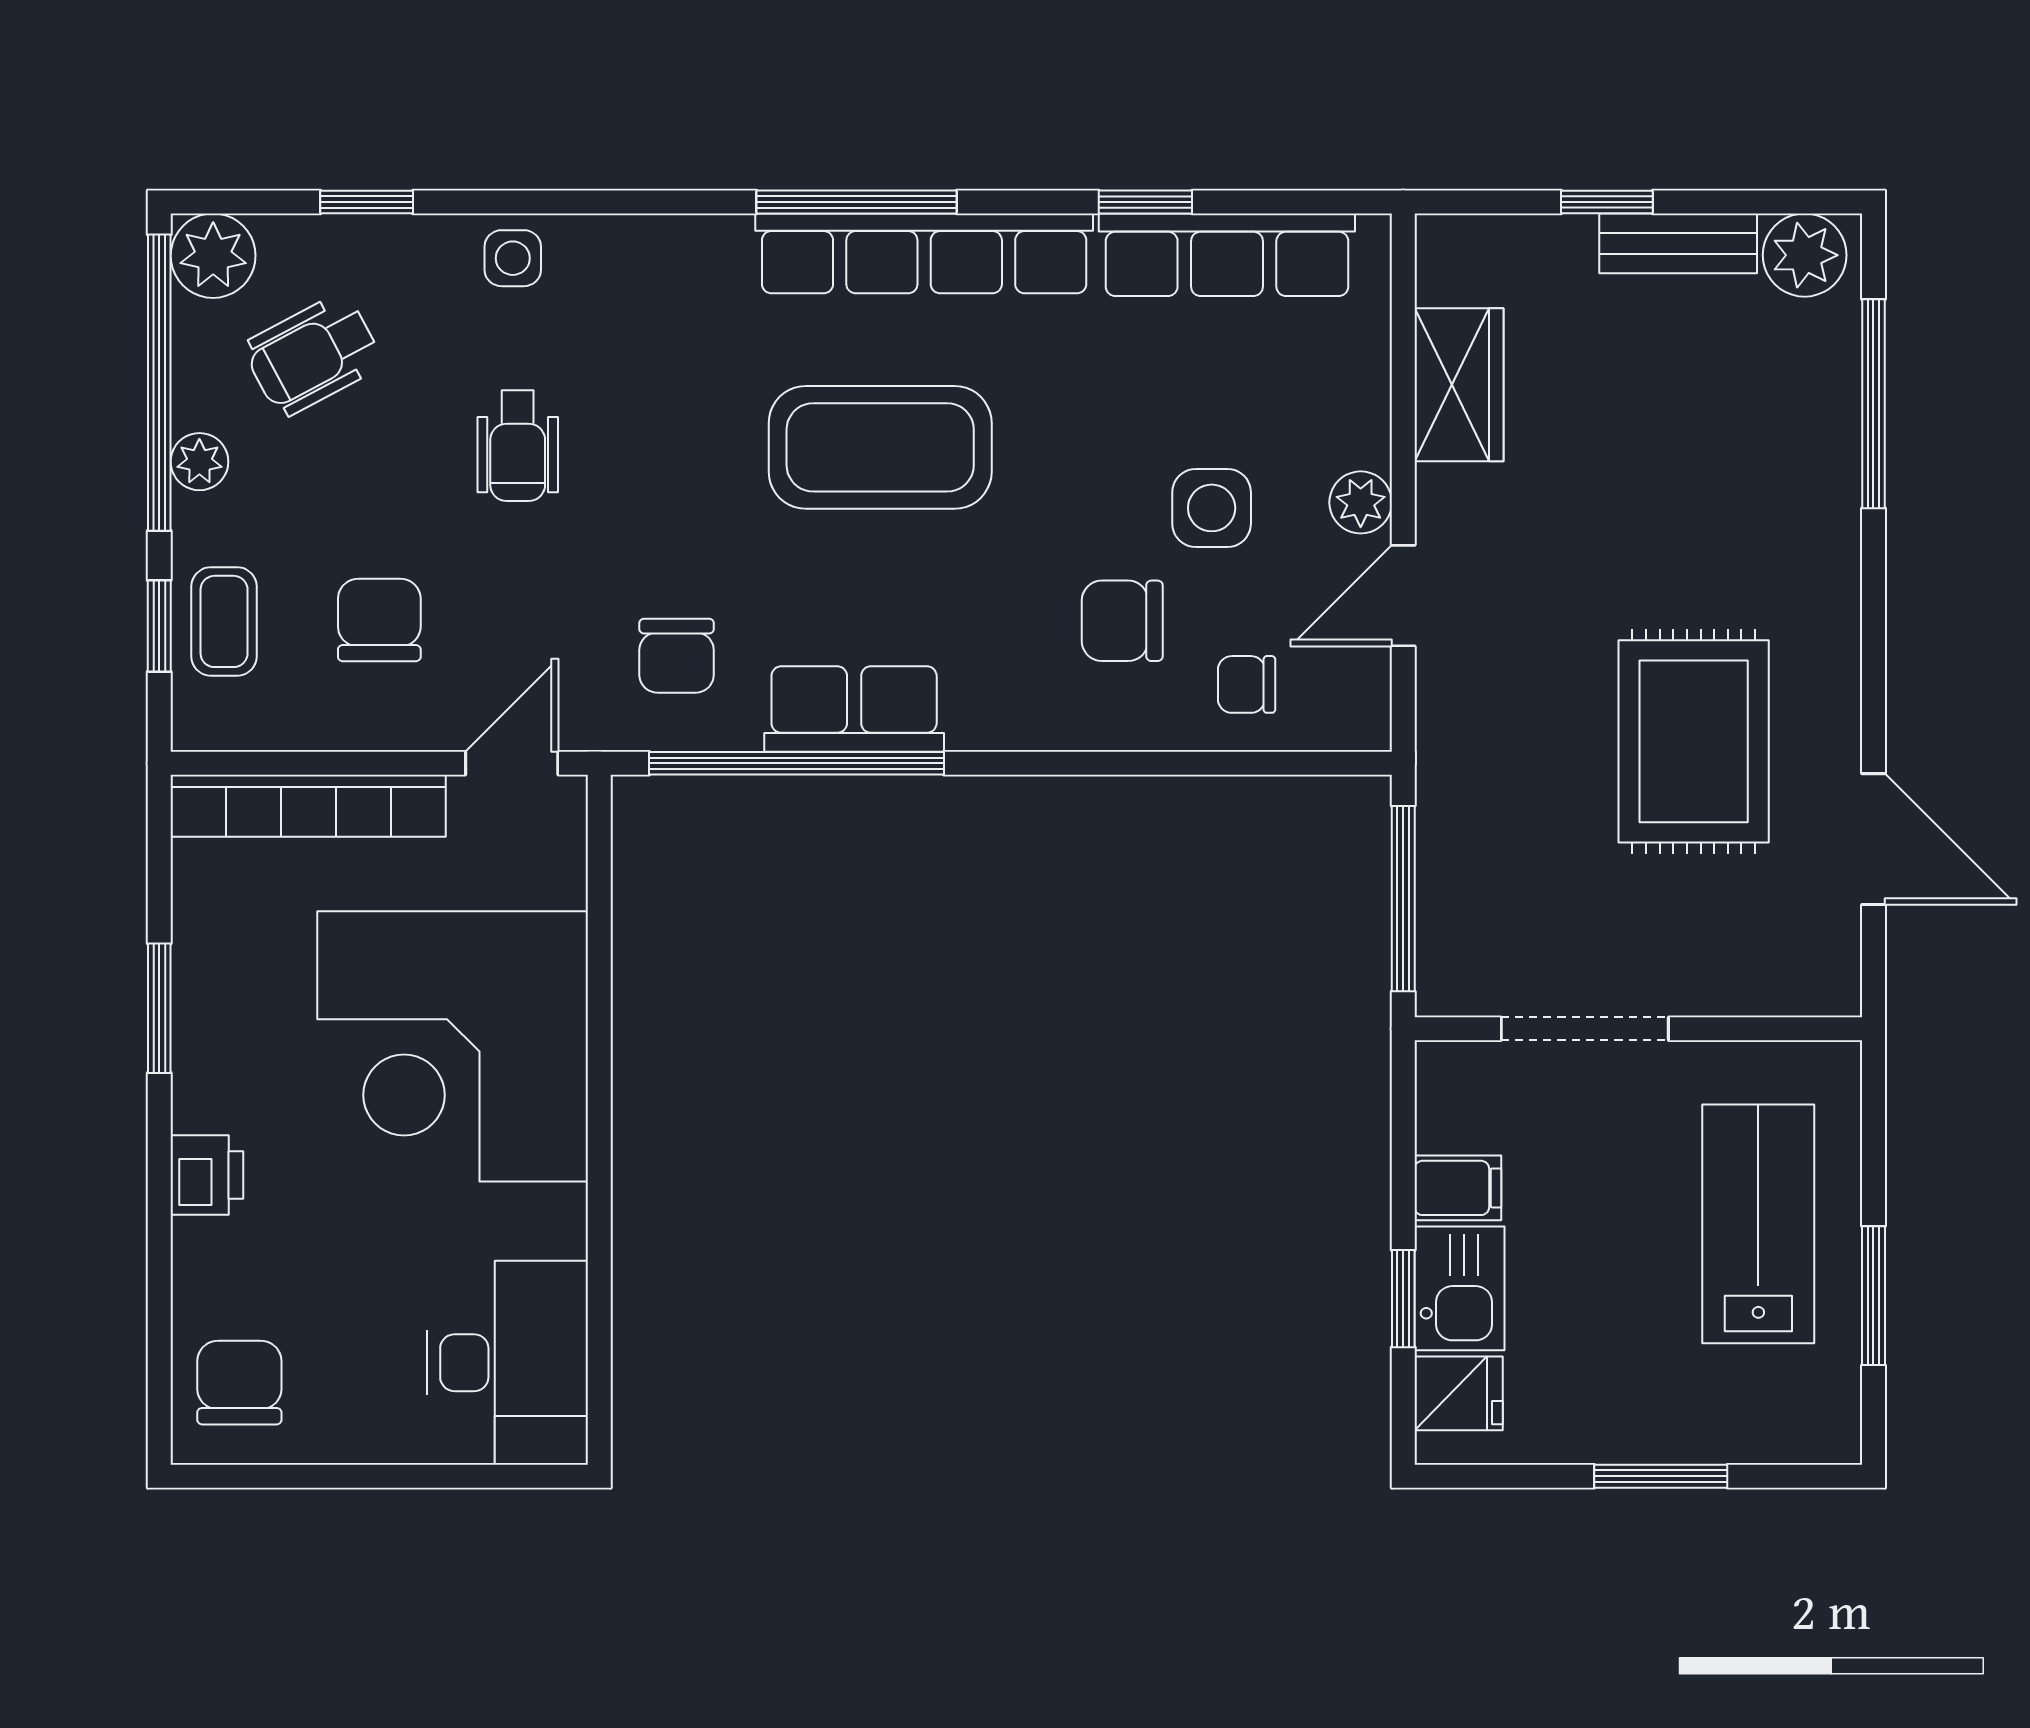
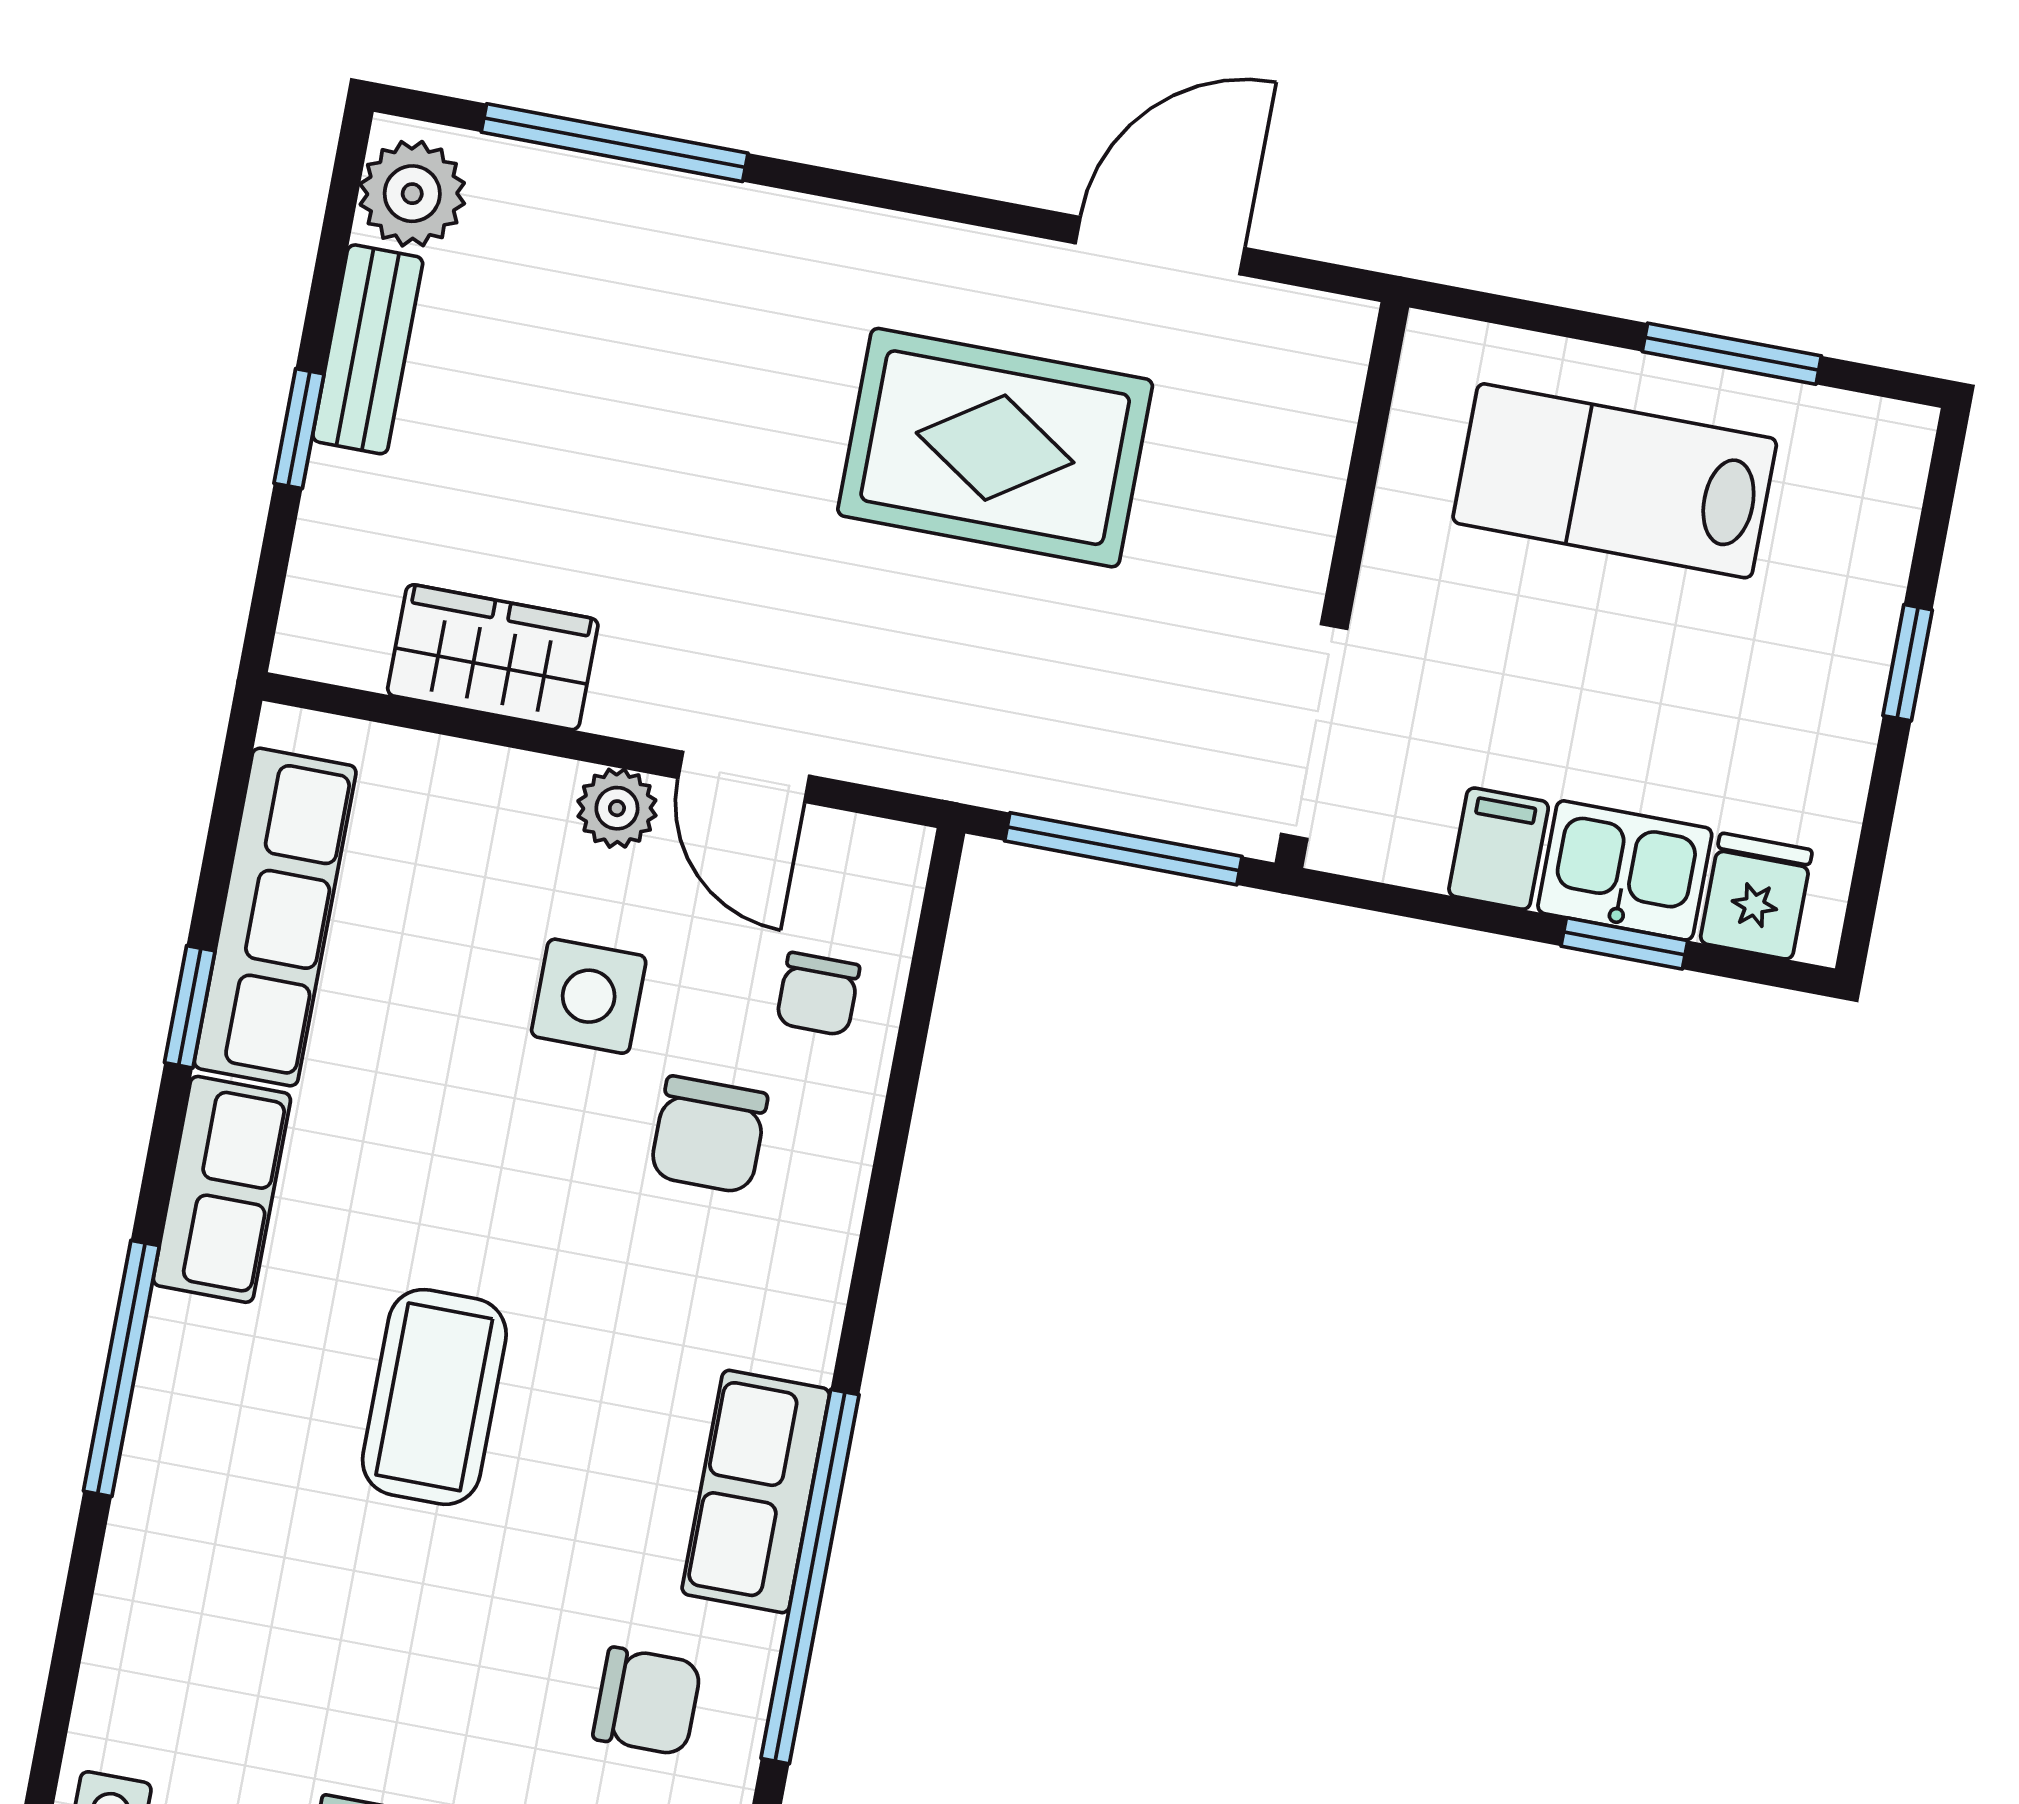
row of seats: (924, 253) -> (222, 1189), width x0.50
coffee table: (880, 447) -> (434, 1397), width x0.73, depth x0.76
doorway: (1585, 1029) -> (1314, 731), moved
window: (1661, 1476) -> (1908, 663), width x0.67

